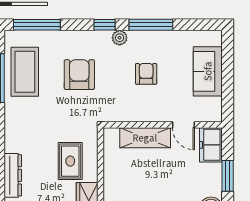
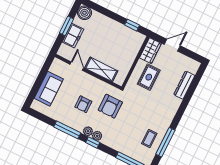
plant: (103, 38) -> (97, 136), added
coffee table: (25, 72) -> (149, 139), width x0.54, depth x0.58
armchair: (79, 75) -> (110, 106), moved
freezer: (211, 145) -> (73, 36), moved

